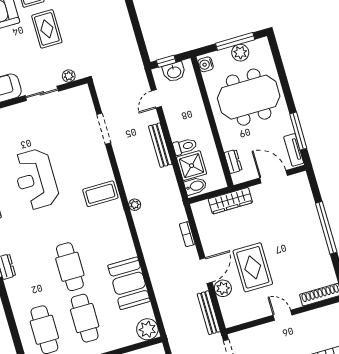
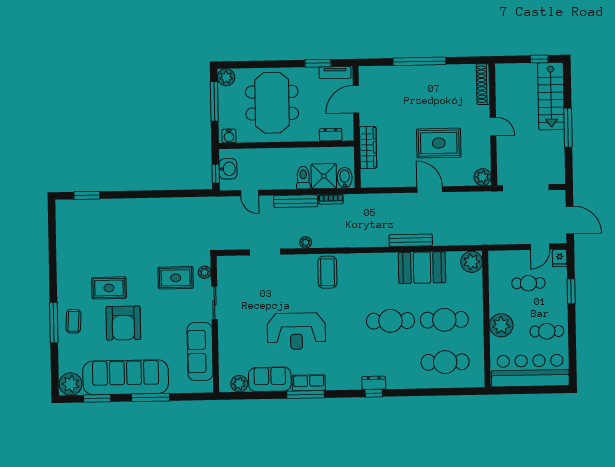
rug: (47, 29) -> (176, 278), moved
plant: (240, 53) -> (226, 77), moved
window: (298, 131) -> (318, 63), width x0.69
plant: (135, 205) -> (306, 242), moved
bookcase: (187, 234) -> (331, 199), moved
plant: (223, 288) -> (483, 177), moved
bench: (209, 313) -> (411, 240), moved
door: (283, 315) -> (493, 126), swing flipped

